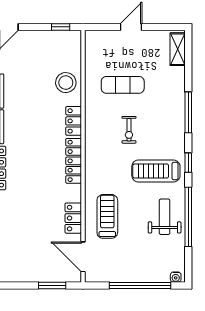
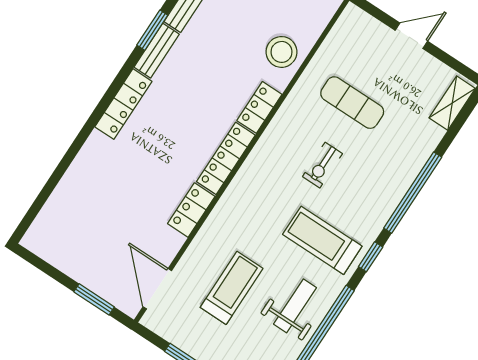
window: (188, 112) -> (413, 193), width x1.46
treadmill: (107, 216) -> (232, 288), moved
locker: (73, 218) -> (191, 210), moved

